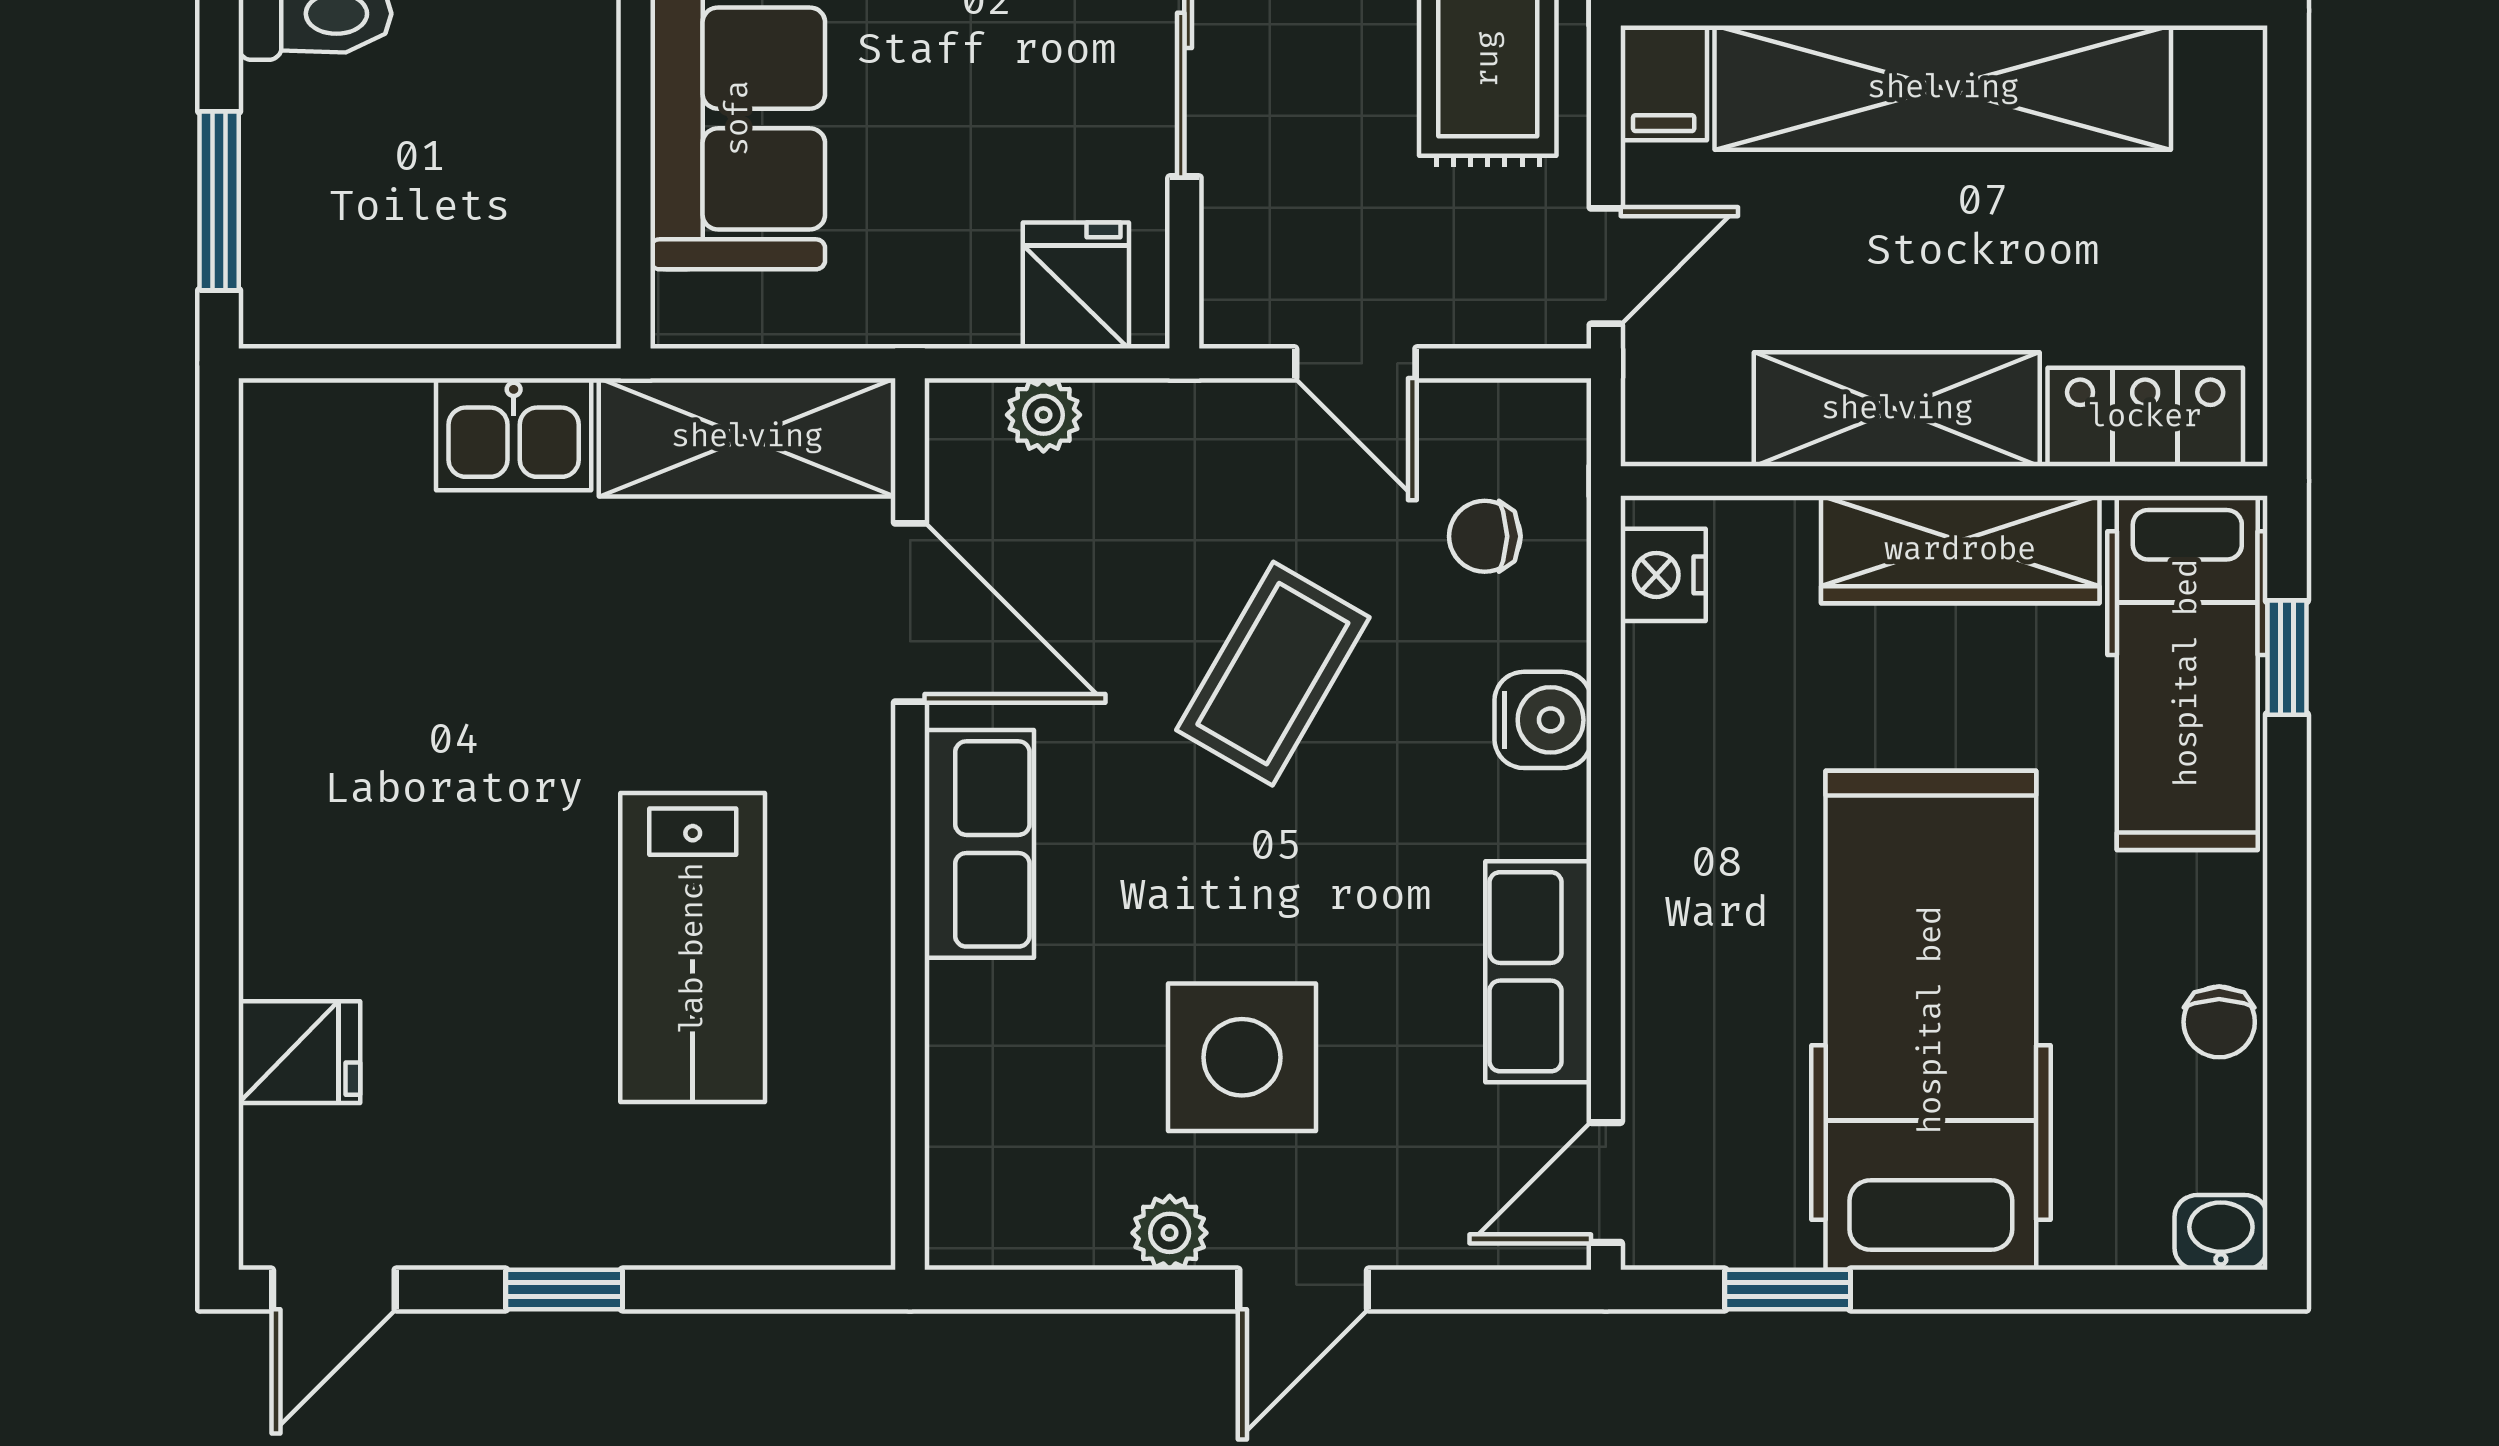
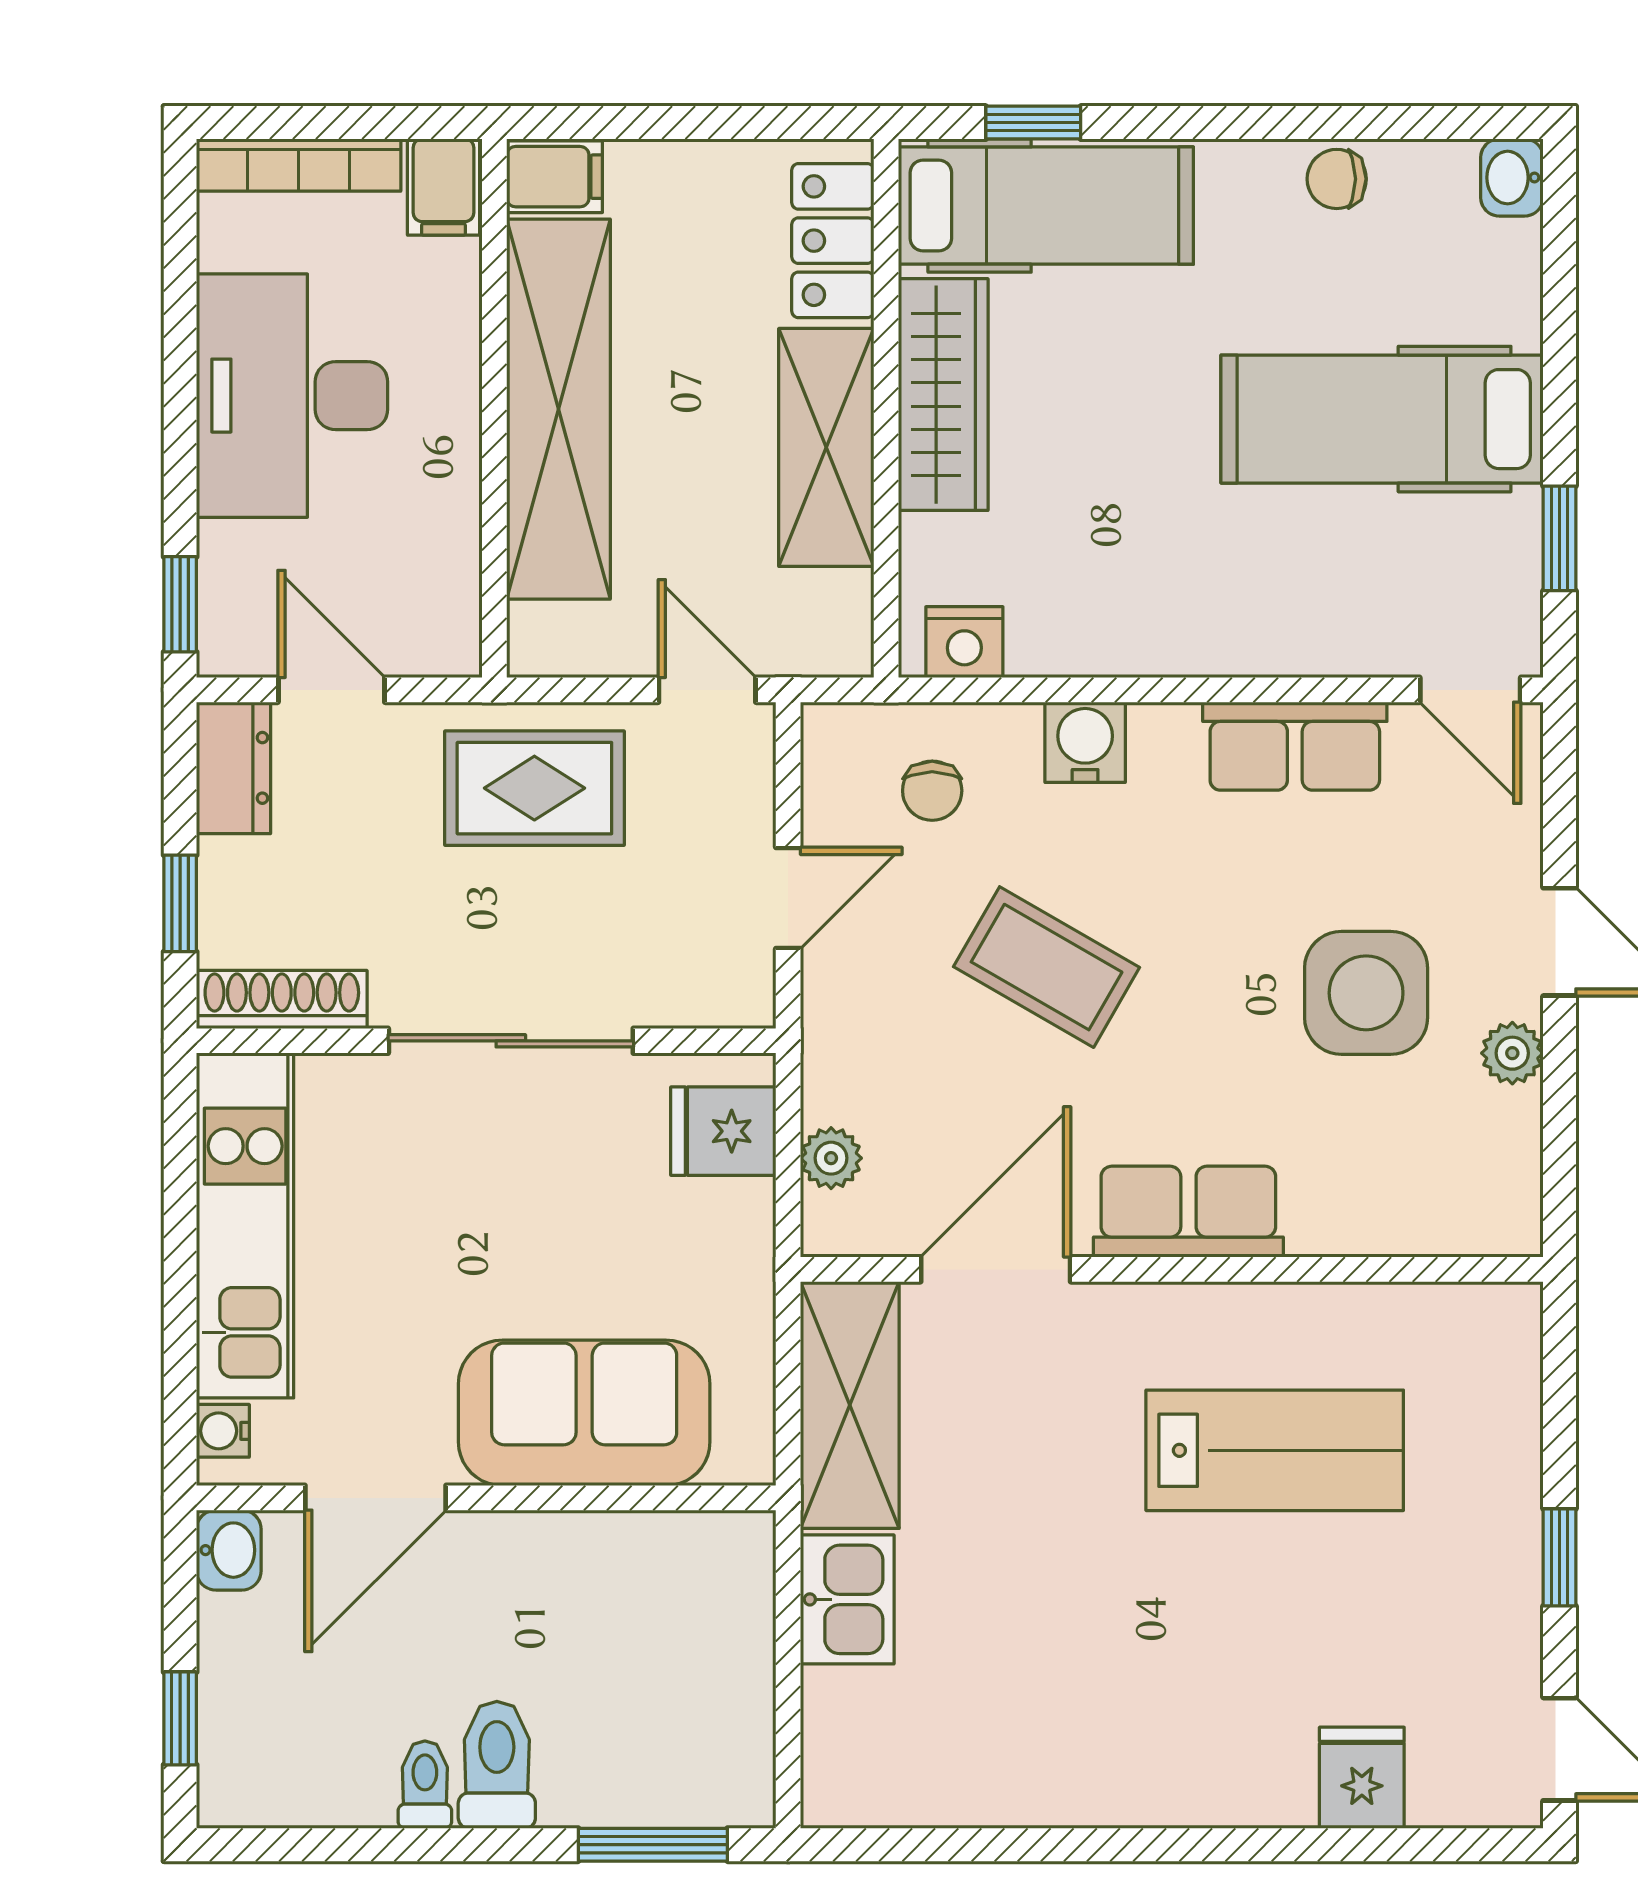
filing cabinet: (1664, 83) -> (555, 177), moved
hospital bed: (1931, 1020) -> (1382, 419), width x0.73, depth x0.78
chair: (2219, 1022) -> (1337, 179), turned 180

